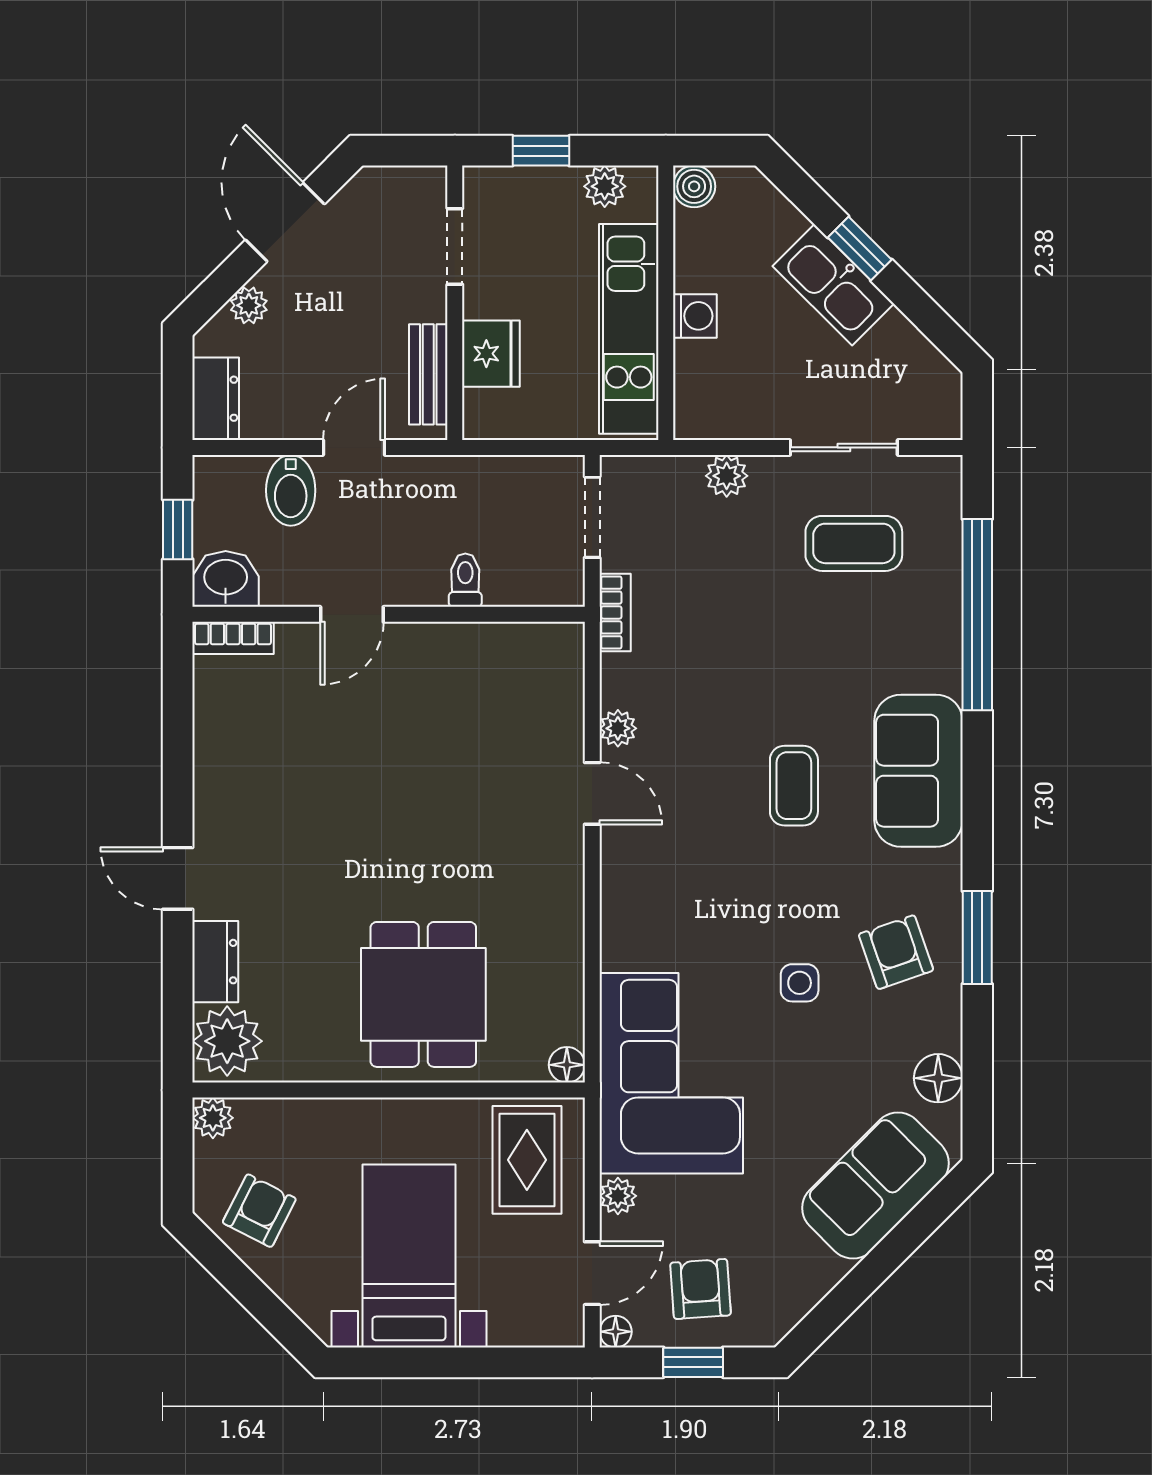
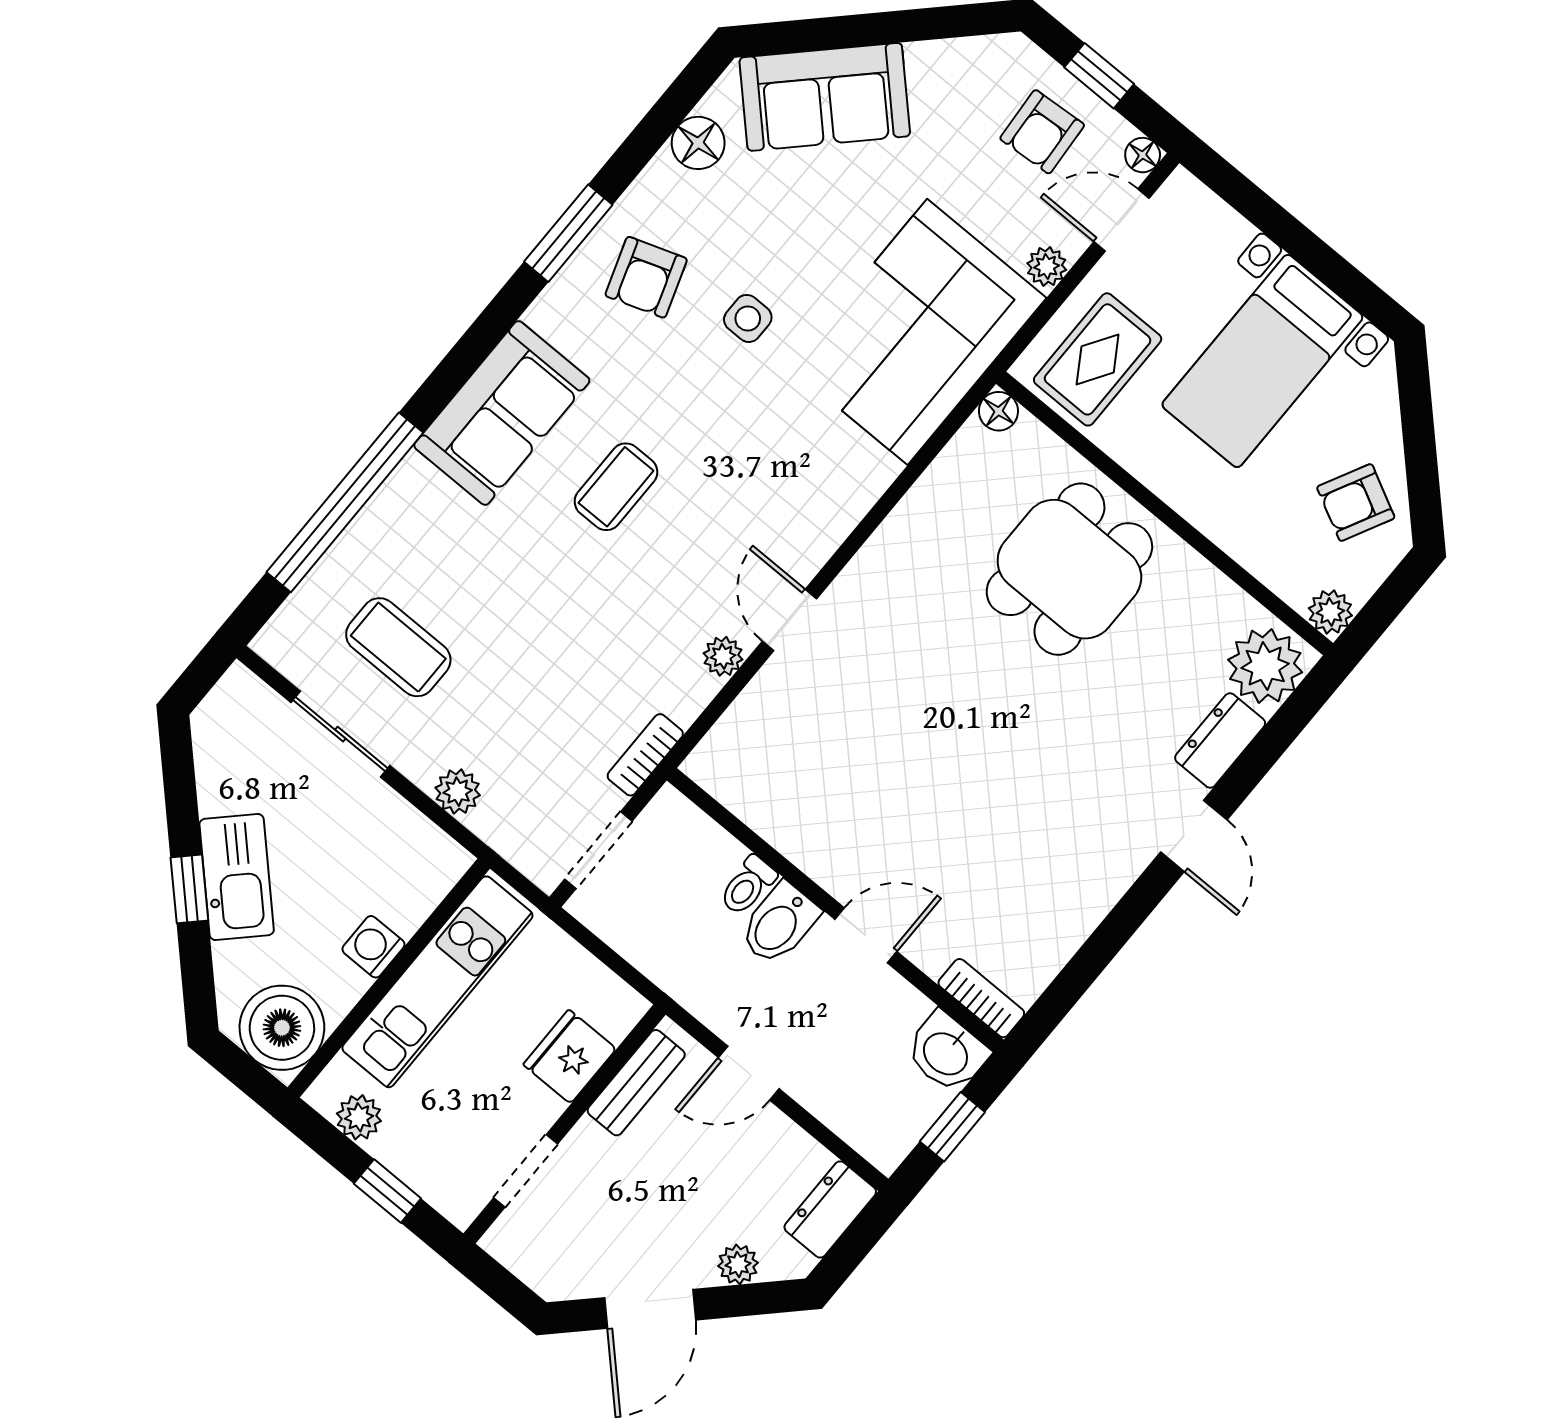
boiler: (694, 186) -> (282, 1028), width x1.86, depth x1.86
bidet: (291, 490) -> (779, 924), moved, turned 180

